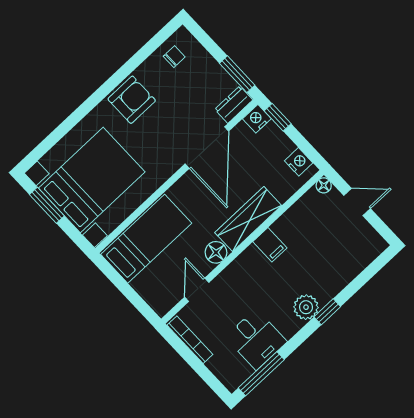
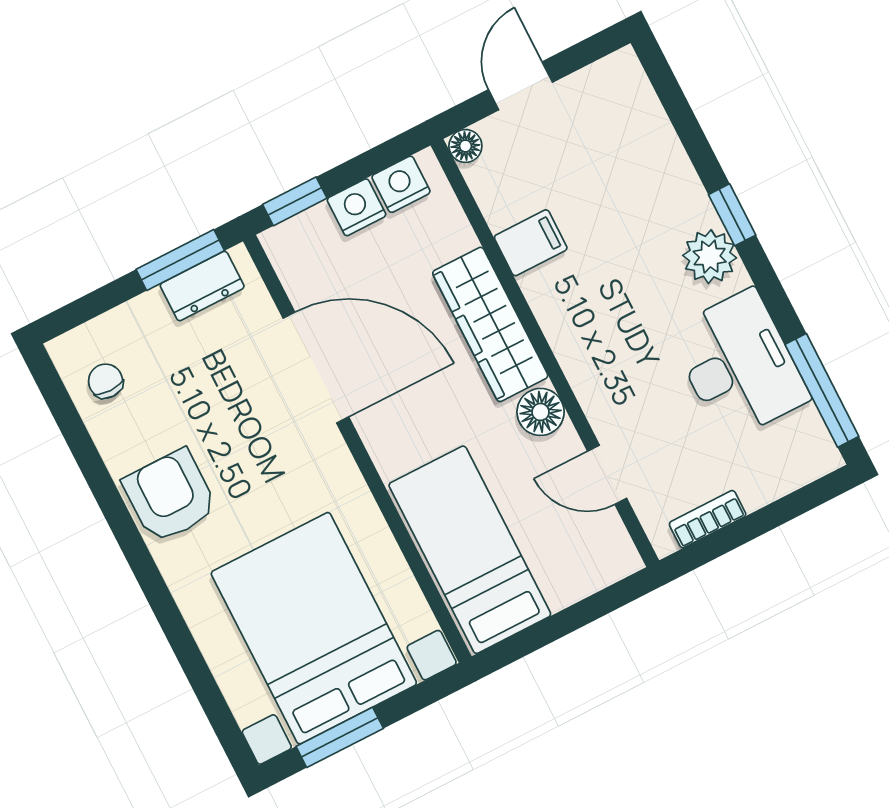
dresser: (234, 105) -> (202, 286), moved, turned -90
nightstand: (257, 119) -> (356, 207), moved, turned 90
filing cabinet: (270, 245) -> (531, 243), moved
desk: (256, 339) -> (739, 365), width x1.37
bookcase: (190, 340) -> (708, 519), width x0.64

